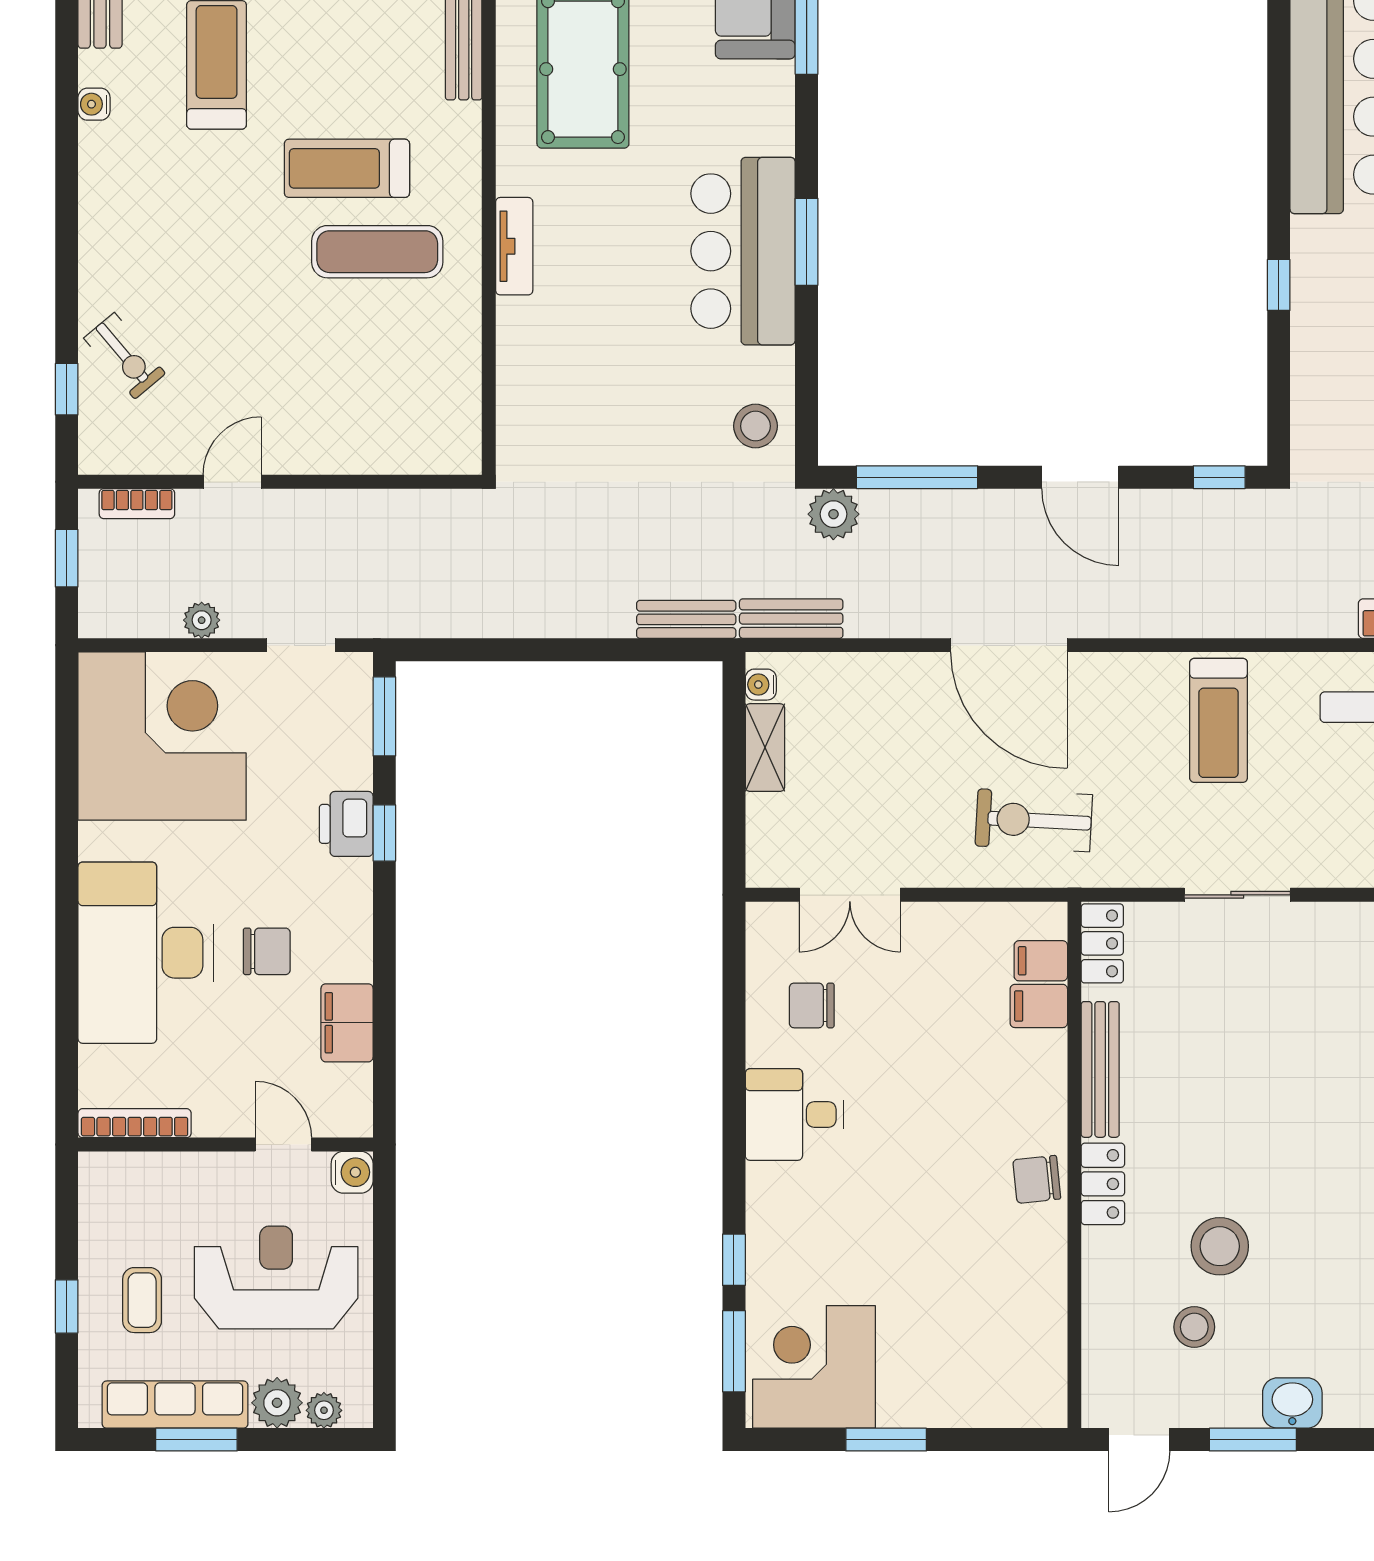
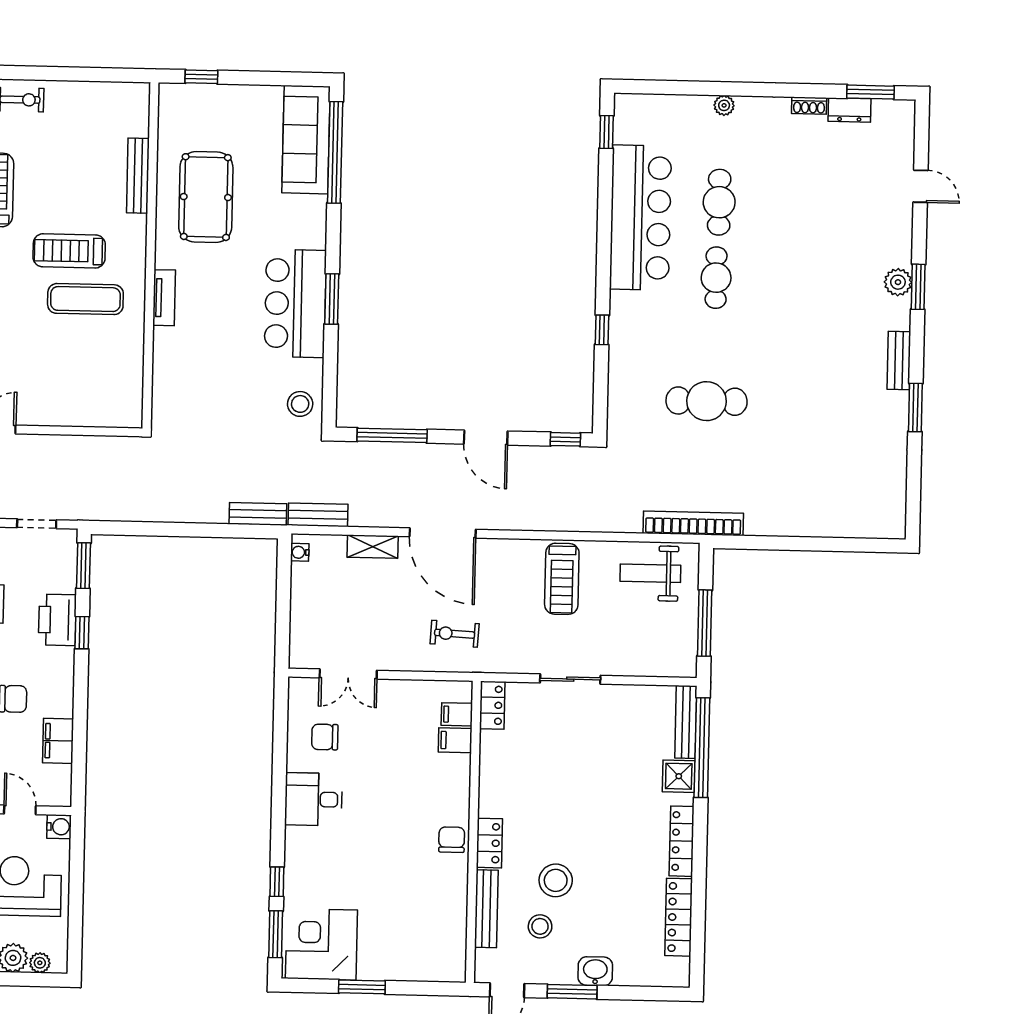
plant: (833, 514) -> (344, 456), removed
shelving: (765, 748) -> (373, 547), moved, turned 90
exercise bike: (1034, 820) -> (455, 634), width x0.73, depth x0.72
printer: (346, 824) -> (57, 620), width x1.37, depth x1.19
bench: (1100, 1069) -> (486, 909), moved
chair: (1037, 1179) -> (452, 840), turned 96

